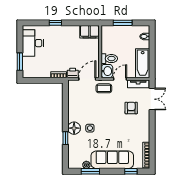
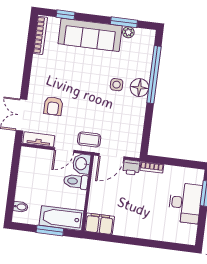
window: (55, 23) -> (147, 243), removed
desk: (33, 43) -> (185, 203), moved
bathtub: (143, 63) -> (62, 218), moved, turned -90
window: (65, 138) -> (154, 75), width x3.17

